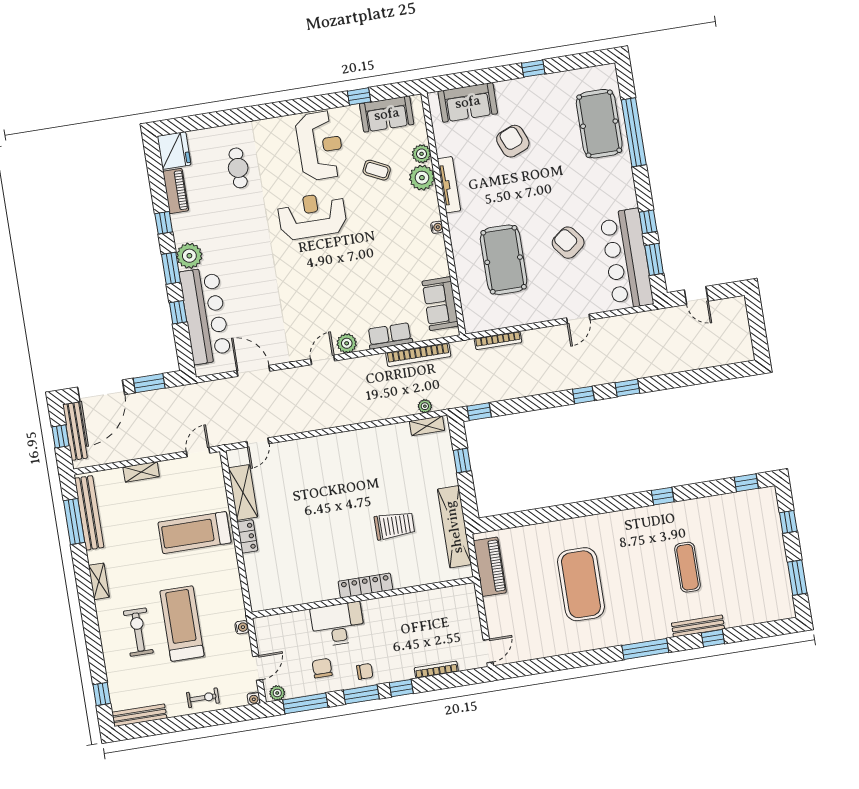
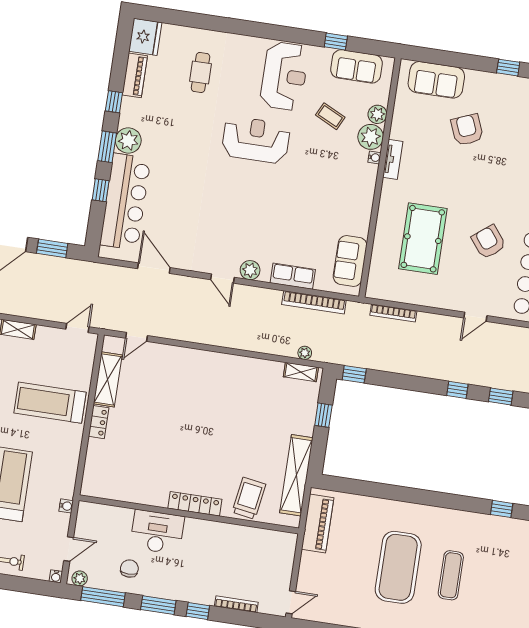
tv unit: (449, 185) -> (393, 159), width x0.71
water cooler: (437, 227) -> (374, 157), moved
door: (323, 360) -> (222, 279), swing flipped
trolley: (394, 526) -> (249, 498), moved, turned -81
exercise mat: (687, 567) -> (451, 575), moved
chair: (365, 671) -> (168, 584), removed

